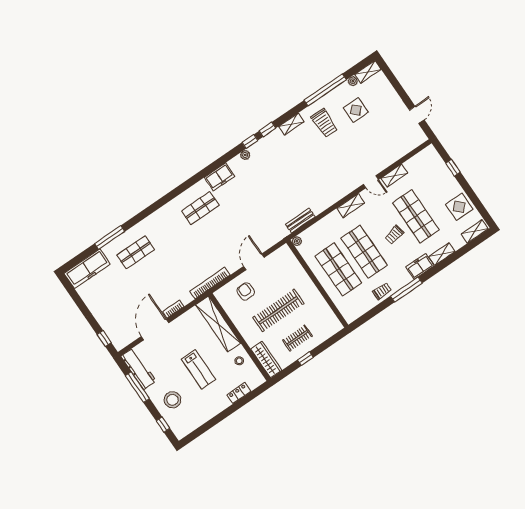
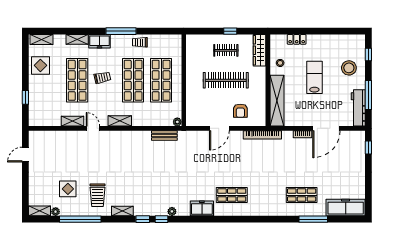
trolley: (324, 123) -> (97, 195), turned 180

